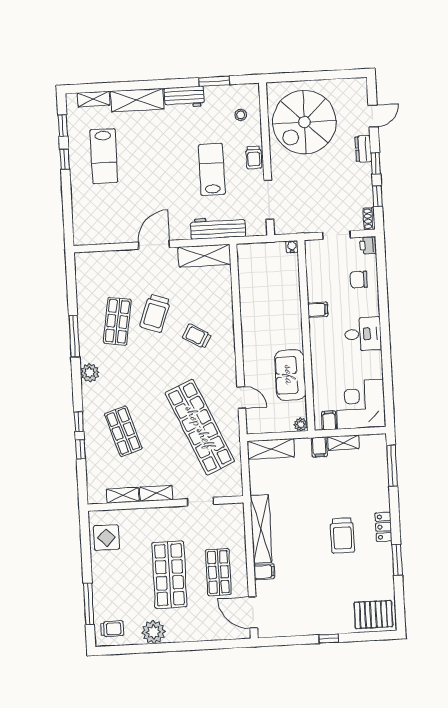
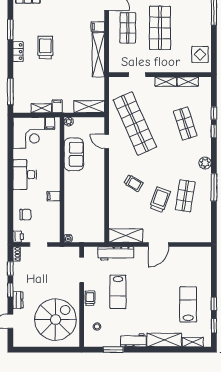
desk: (363, 334) -> (25, 175), width x1.37

